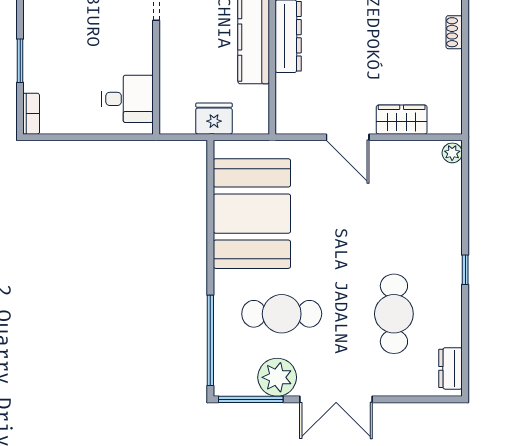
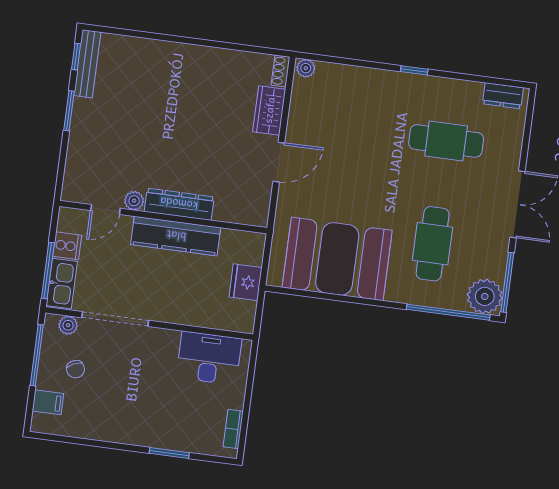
shoe rack: (454, 32) -> (280, 71), moved, turned 90
desk: (127, 99) -> (209, 358), width x1.37
bookcase: (31, 114) -> (233, 429), moved, turned -90
plant: (277, 377) -> (485, 296), moved

